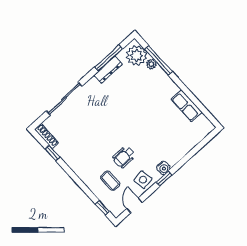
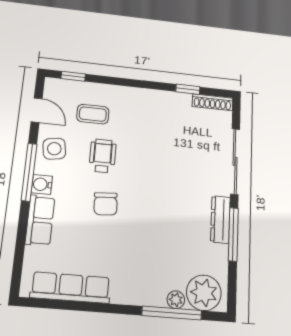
window: (109, 58) -> (233, 234), moved
dresser: (108, 70) -> (220, 219), moved
row of seats: (186, 106) -> (71, 288), width x1.48
chair: (143, 134) -> (106, 204), added
row of seats: (178, 152) -> (40, 220), added
window: (164, 179) -> (29, 172), width x2.17

